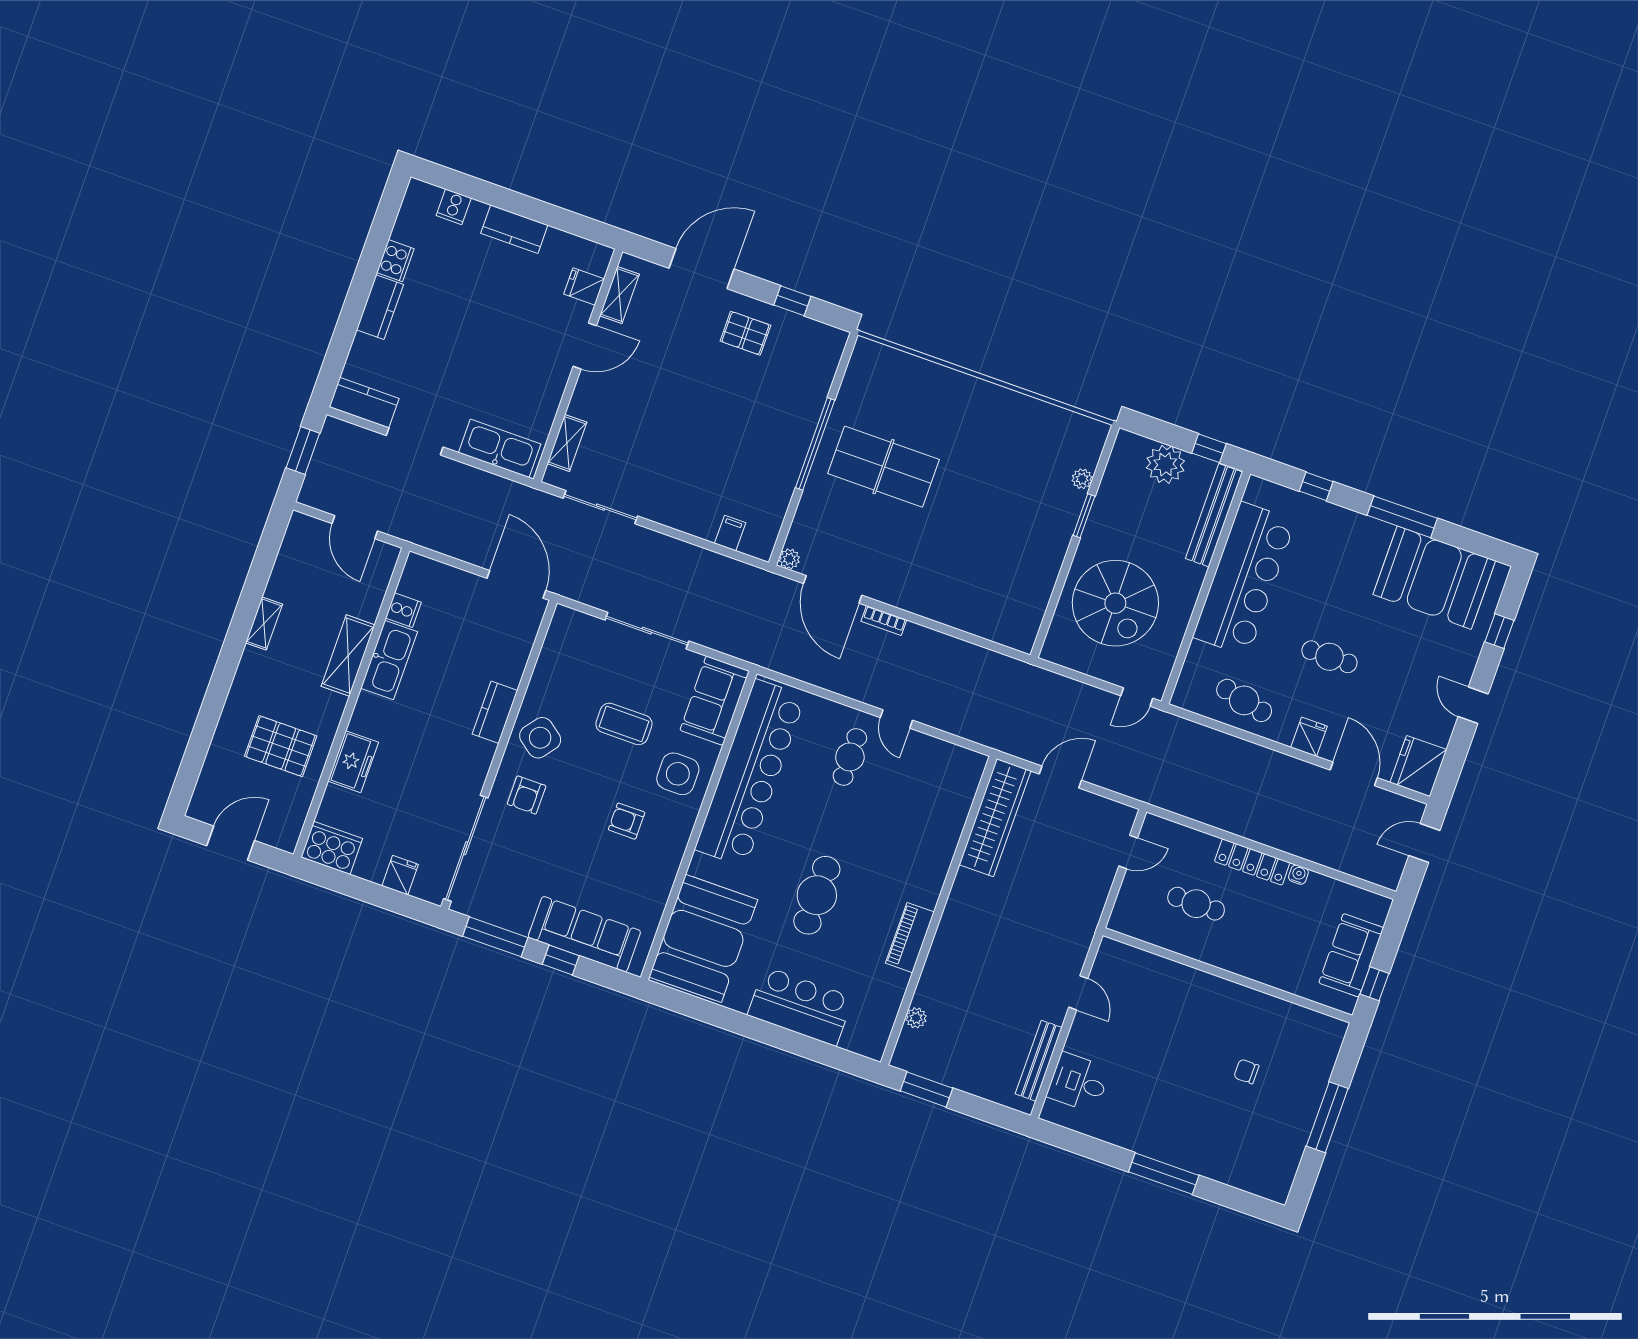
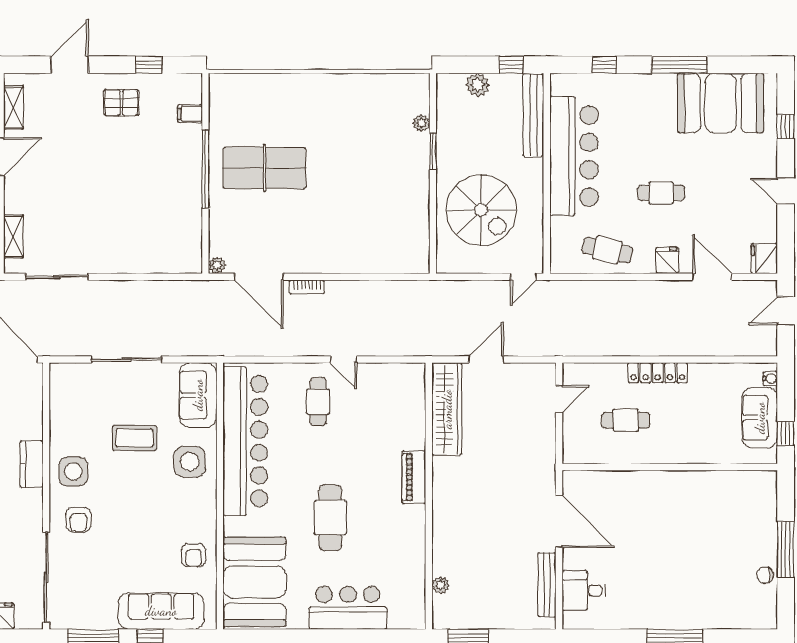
door: (702, 269) -> (70, 65), width x0.73
plant: (1165, 464) -> (477, 85), width x0.73, depth x0.73
filing cabinet: (730, 533) -> (190, 114), moved, turned -90
side table: (540, 738) -> (73, 472), turned -37
fridge: (1418, 766) -> (764, 259), width x0.73, depth x0.75
armchair: (627, 821) -> (194, 555), moved, turned -90
water cooler: (1298, 875) -> (770, 378), moved, turned 90
piano: (910, 938) -> (414, 477), moved
door: (1078, 993) -> (559, 521), width x1.88
chair: (1246, 1071) -> (765, 575), moved

